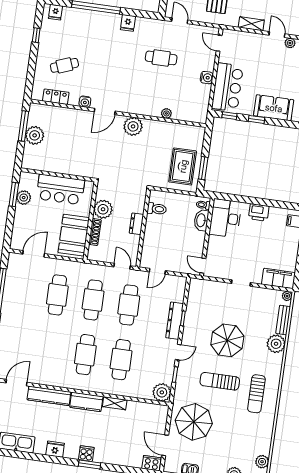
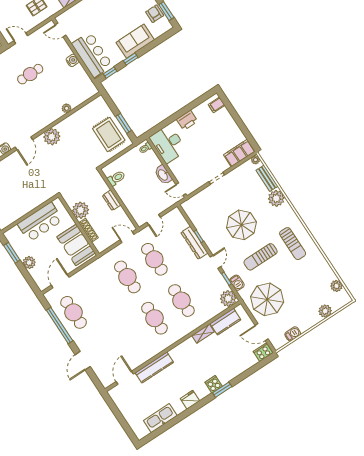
plant: (24, 198) -> (29, 263), moved
washbasin: (201, 220) -> (163, 175), moved
cafe table: (57, 295) -> (74, 312), moved
barbecue: (181, 386) -> (237, 283), added
kitchen counter: (86, 402) -> (225, 322), moved

